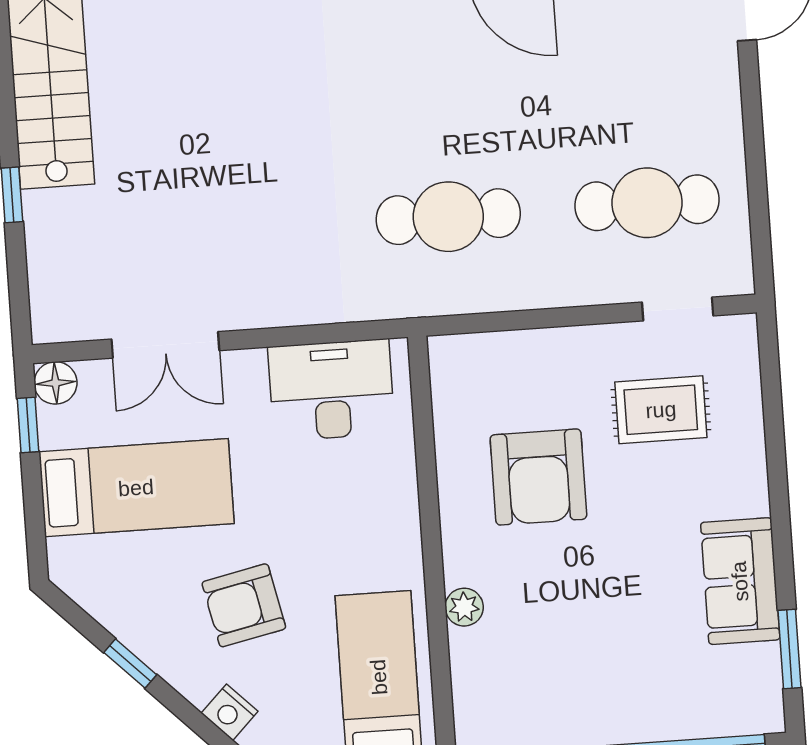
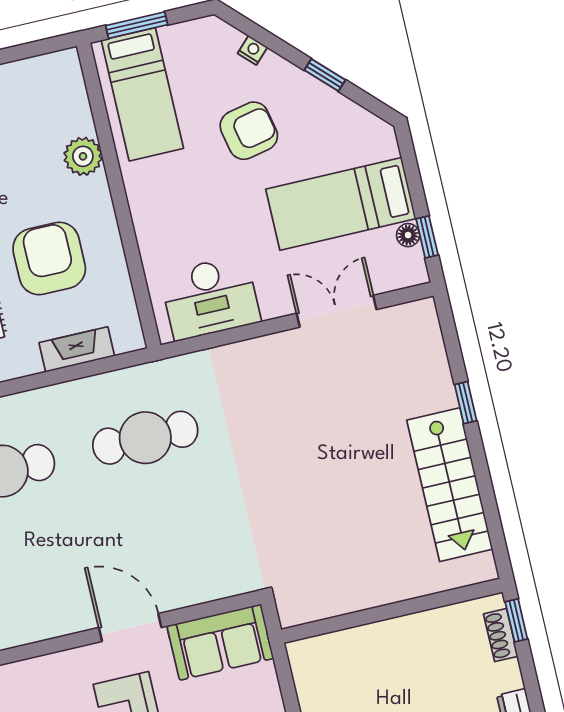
fireplace: (521, 349) -> (77, 349), added
floor lamp: (55, 383) -> (408, 235), moved, width x0.73, depth x0.73
plant: (464, 607) -> (83, 156), width x1.38, depth x1.38
nightstand: (230, 712) -> (252, 50), width x0.72, depth x0.74

